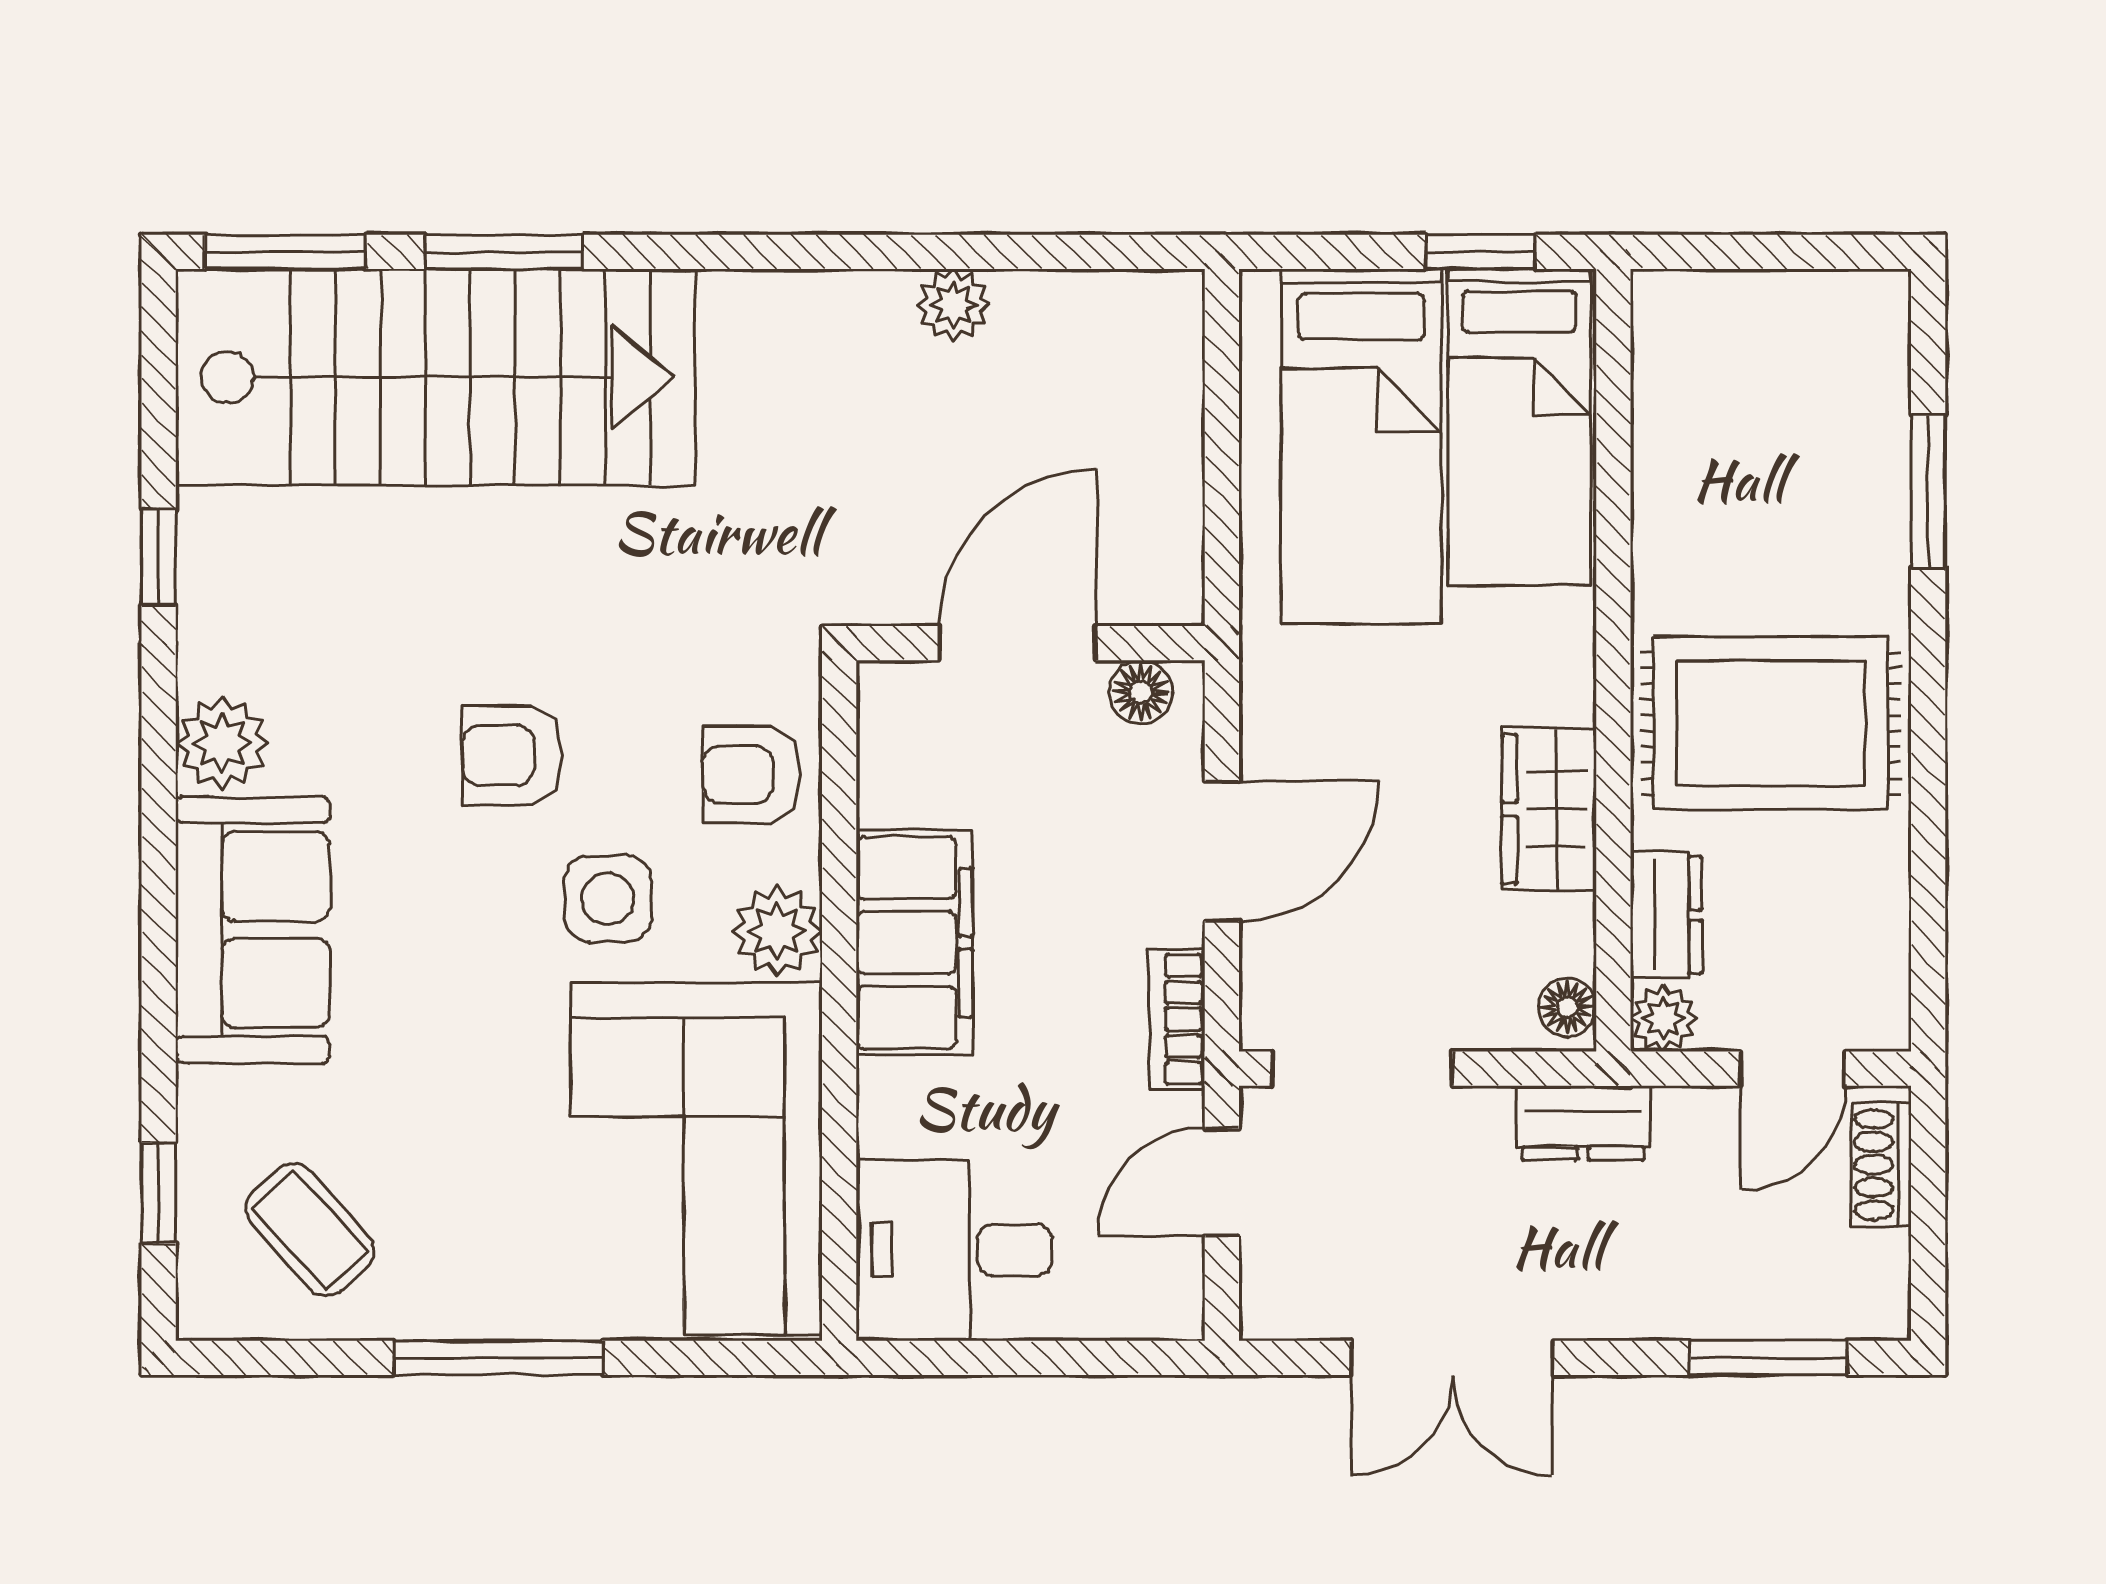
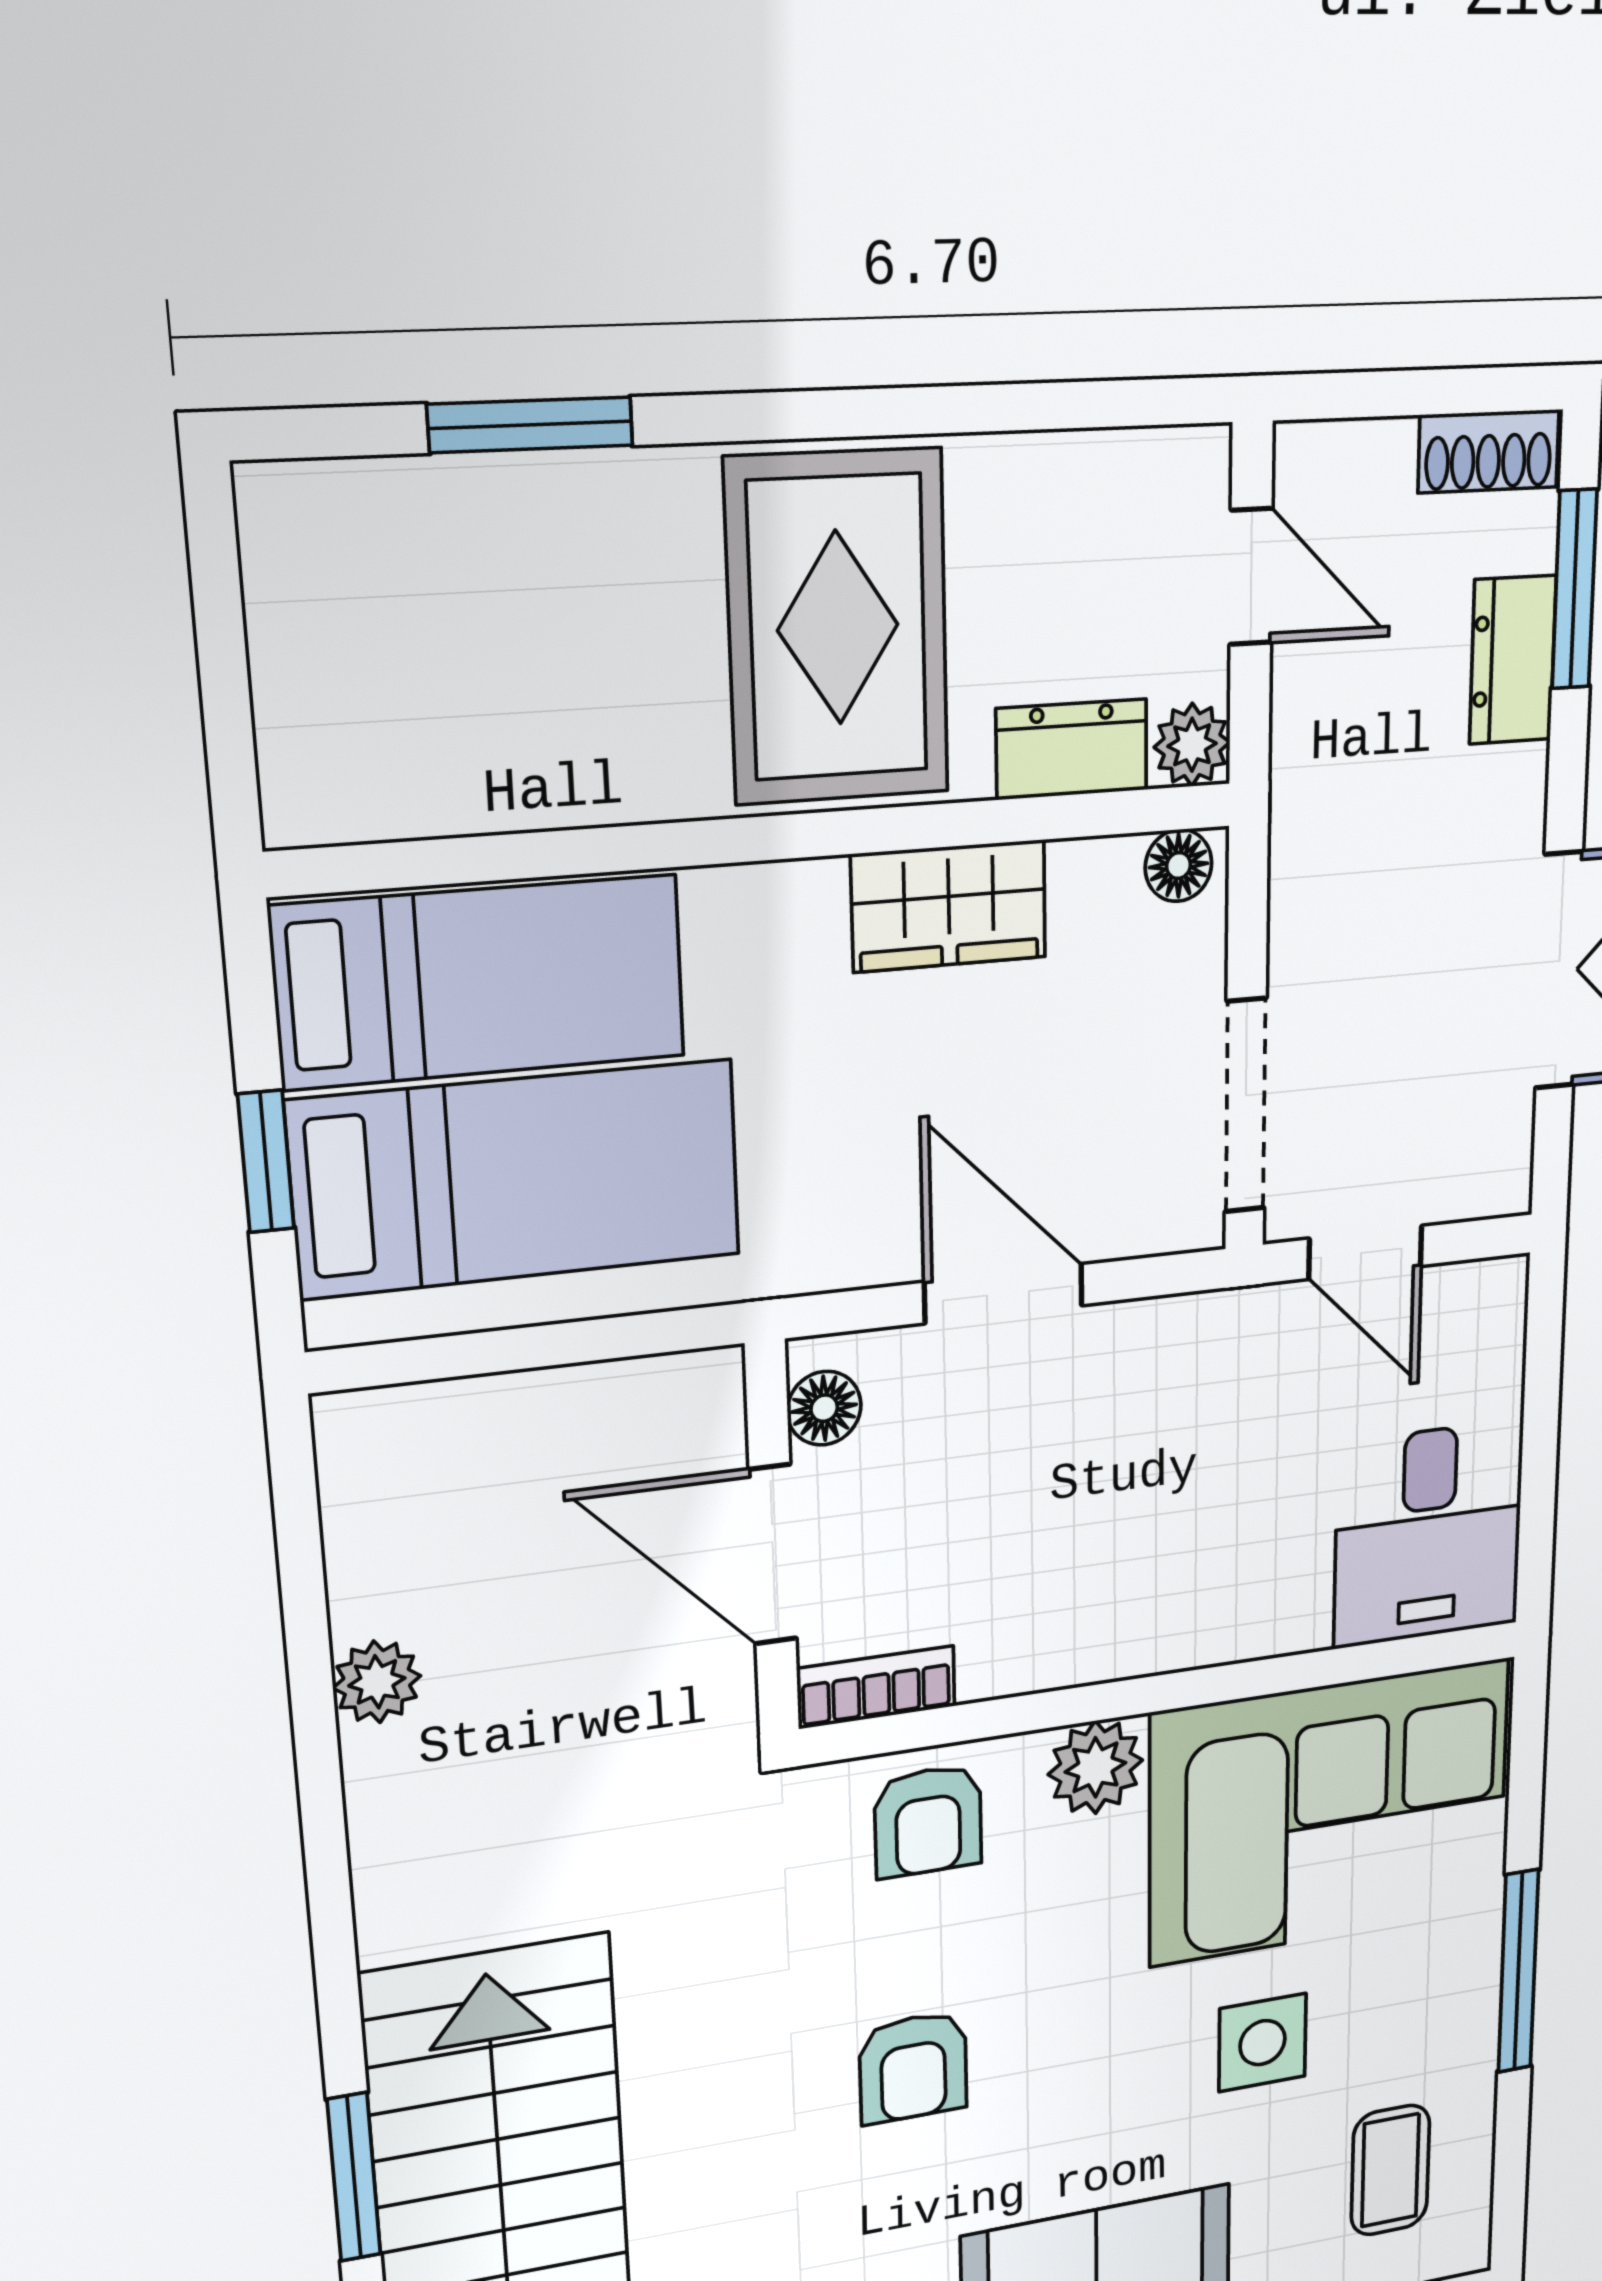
window: (1480, 252) -> (266, 1161), moved
side table: (608, 899) -> (1262, 2043), moved
filing cabinet: (914, 943) -> (1107, 1621), removed
bookcase: (1177, 1019) -> (876, 1687), moved, turned 180
dresser: (1583, 1123) -> (1513, 660), moved, turned 180
shoe rack: (1881, 1165) -> (1489, 451), moved
coffee table: (310, 1230) -> (1390, 2170), turned -48

